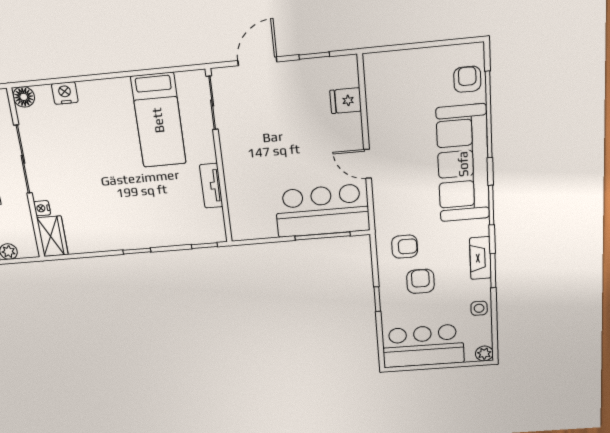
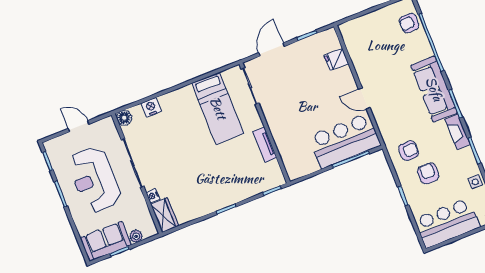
armchair: (467, 79) -> (409, 23), turned -90
sofa: (463, 164) -> (434, 89), width x0.74, depth x0.79
fireplace: (480, 258) -> (458, 132), moved

